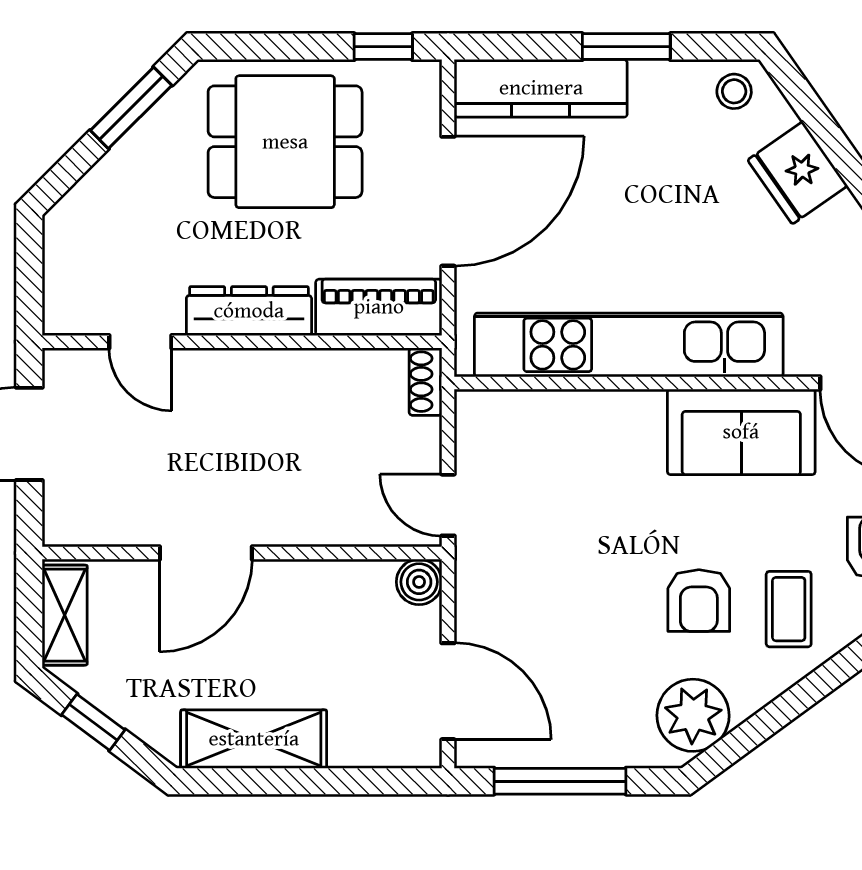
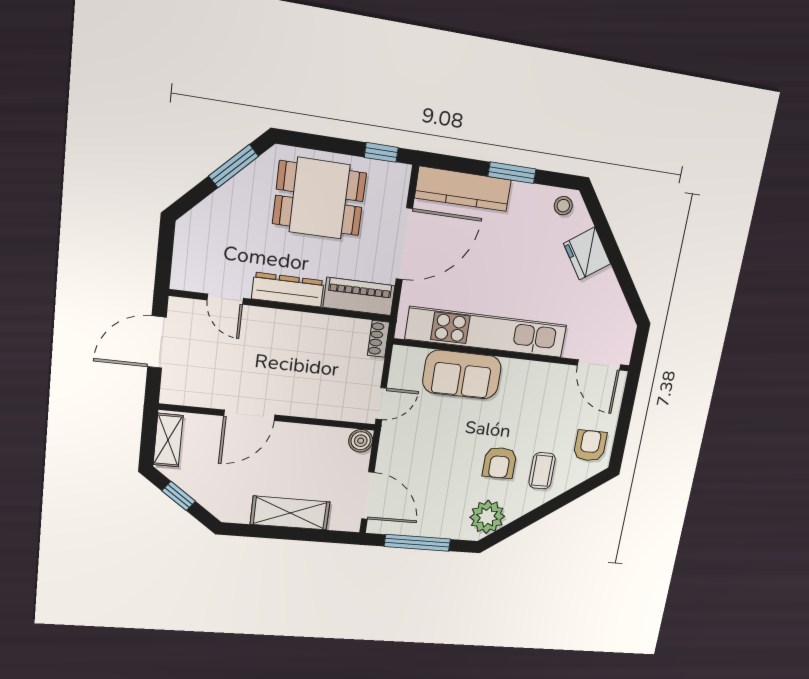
sofa: (741, 432) -> (462, 374), moved
door: (448, 505) -> (381, 404), swing flipped
shelving: (254, 739) -> (290, 513), moved

